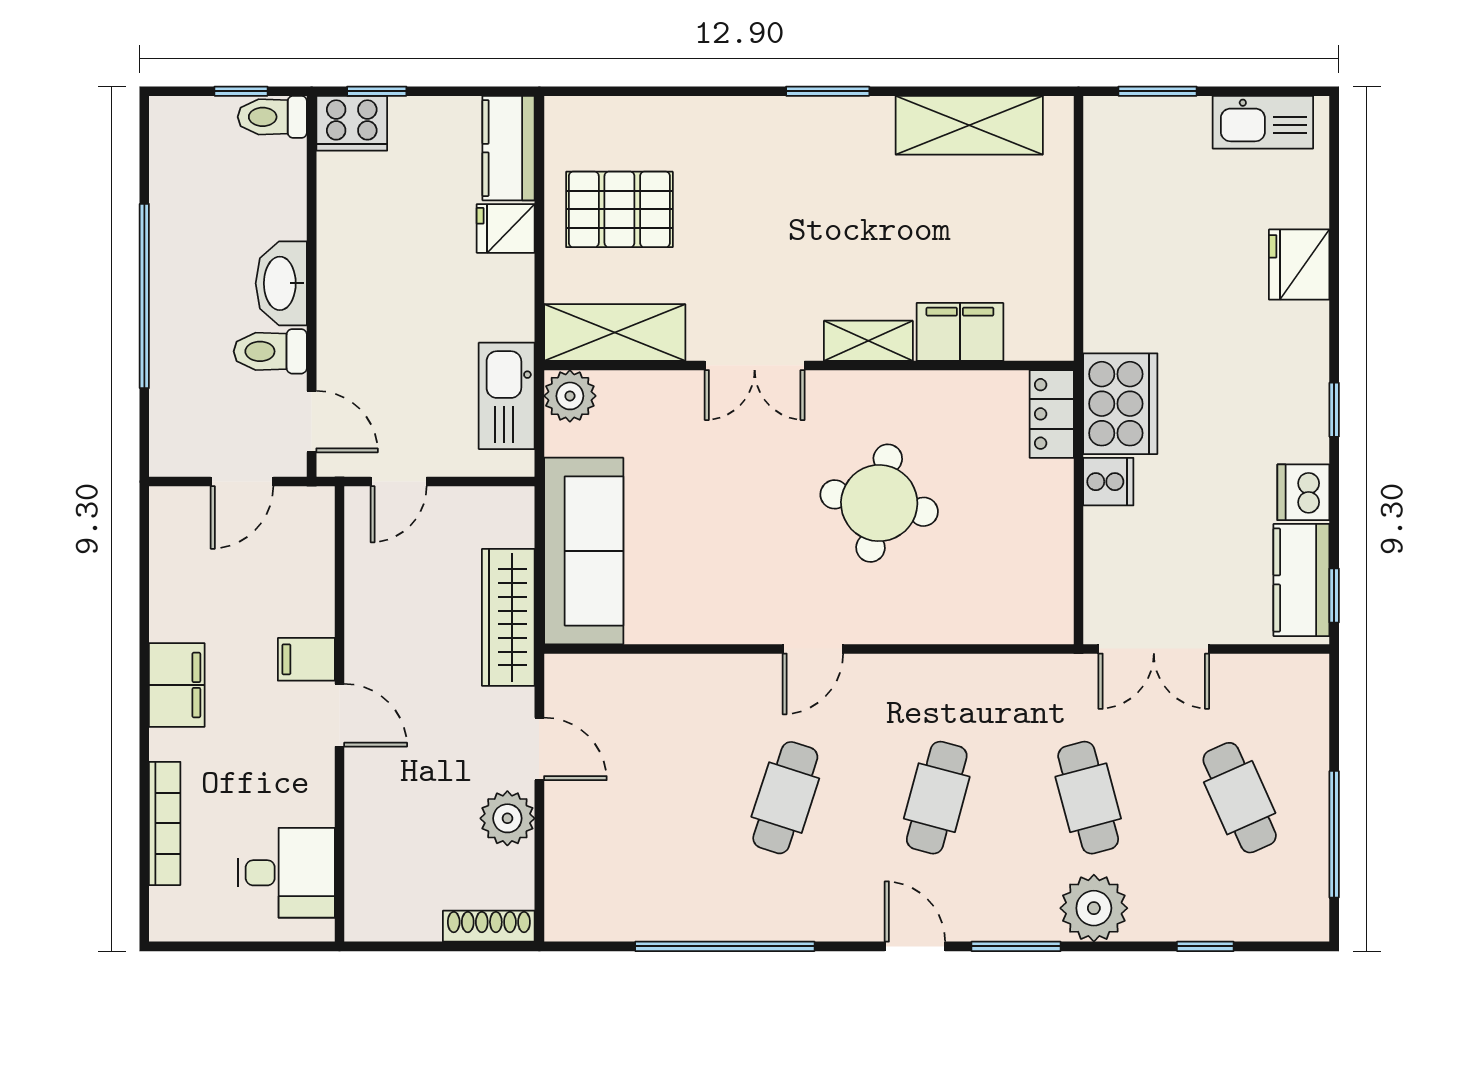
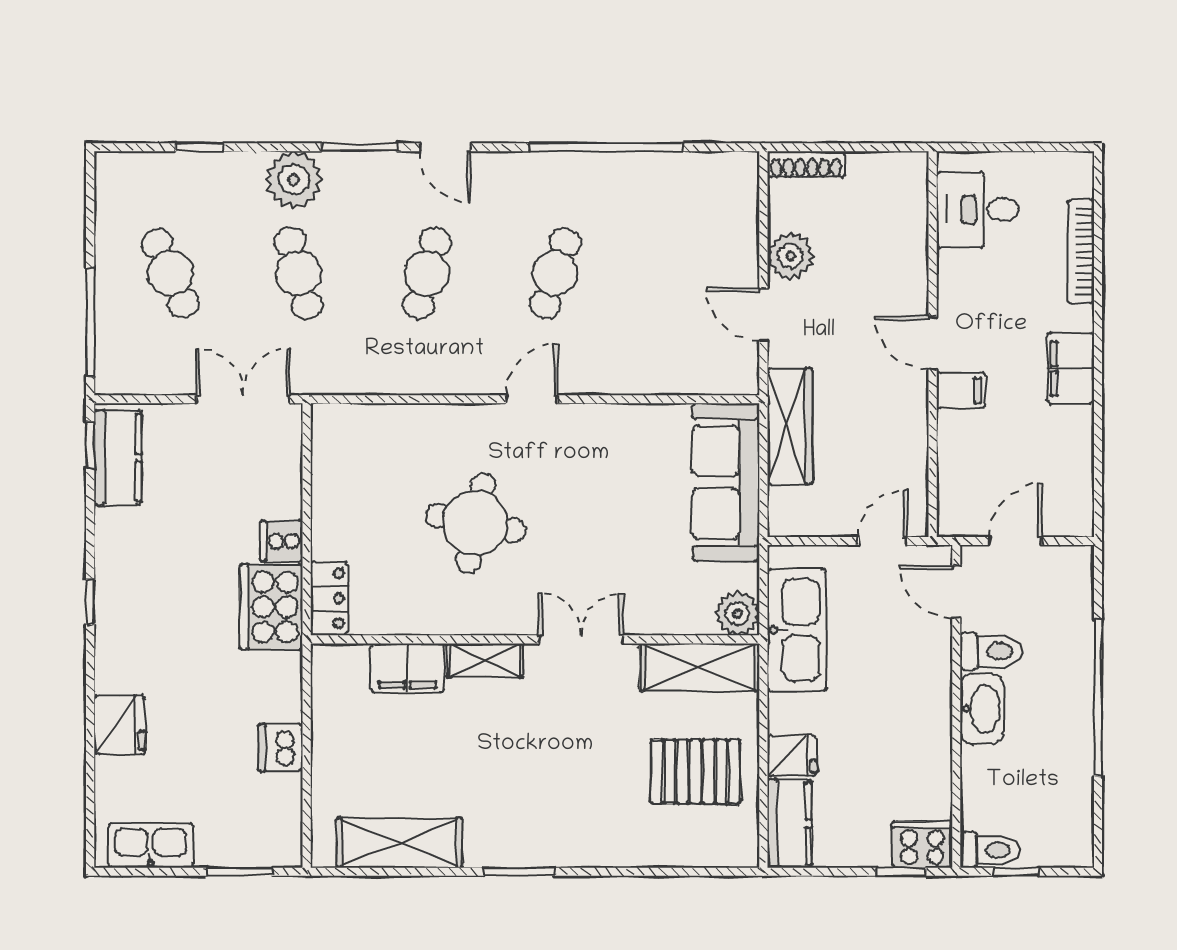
kitchen sink: (507, 396) -> (797, 630), width x1.36, depth x1.24
dishwasher: (1303, 492) -> (281, 748), moved, turned 180
window: (1334, 834) -> (90, 323), moved

